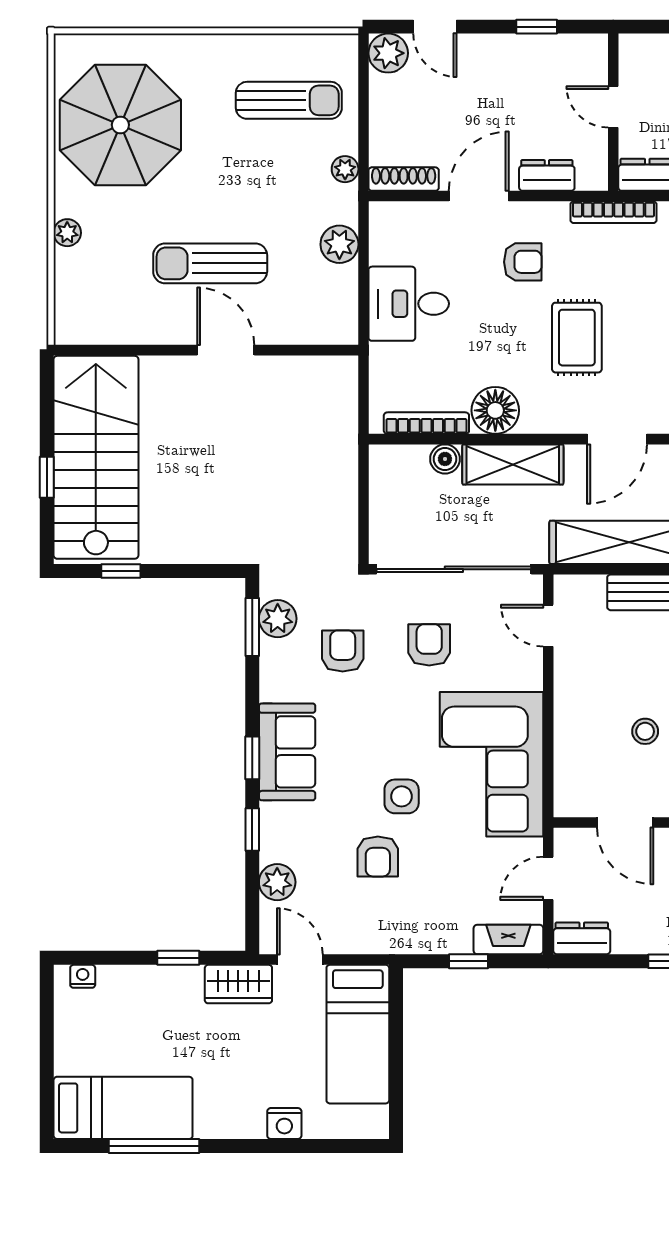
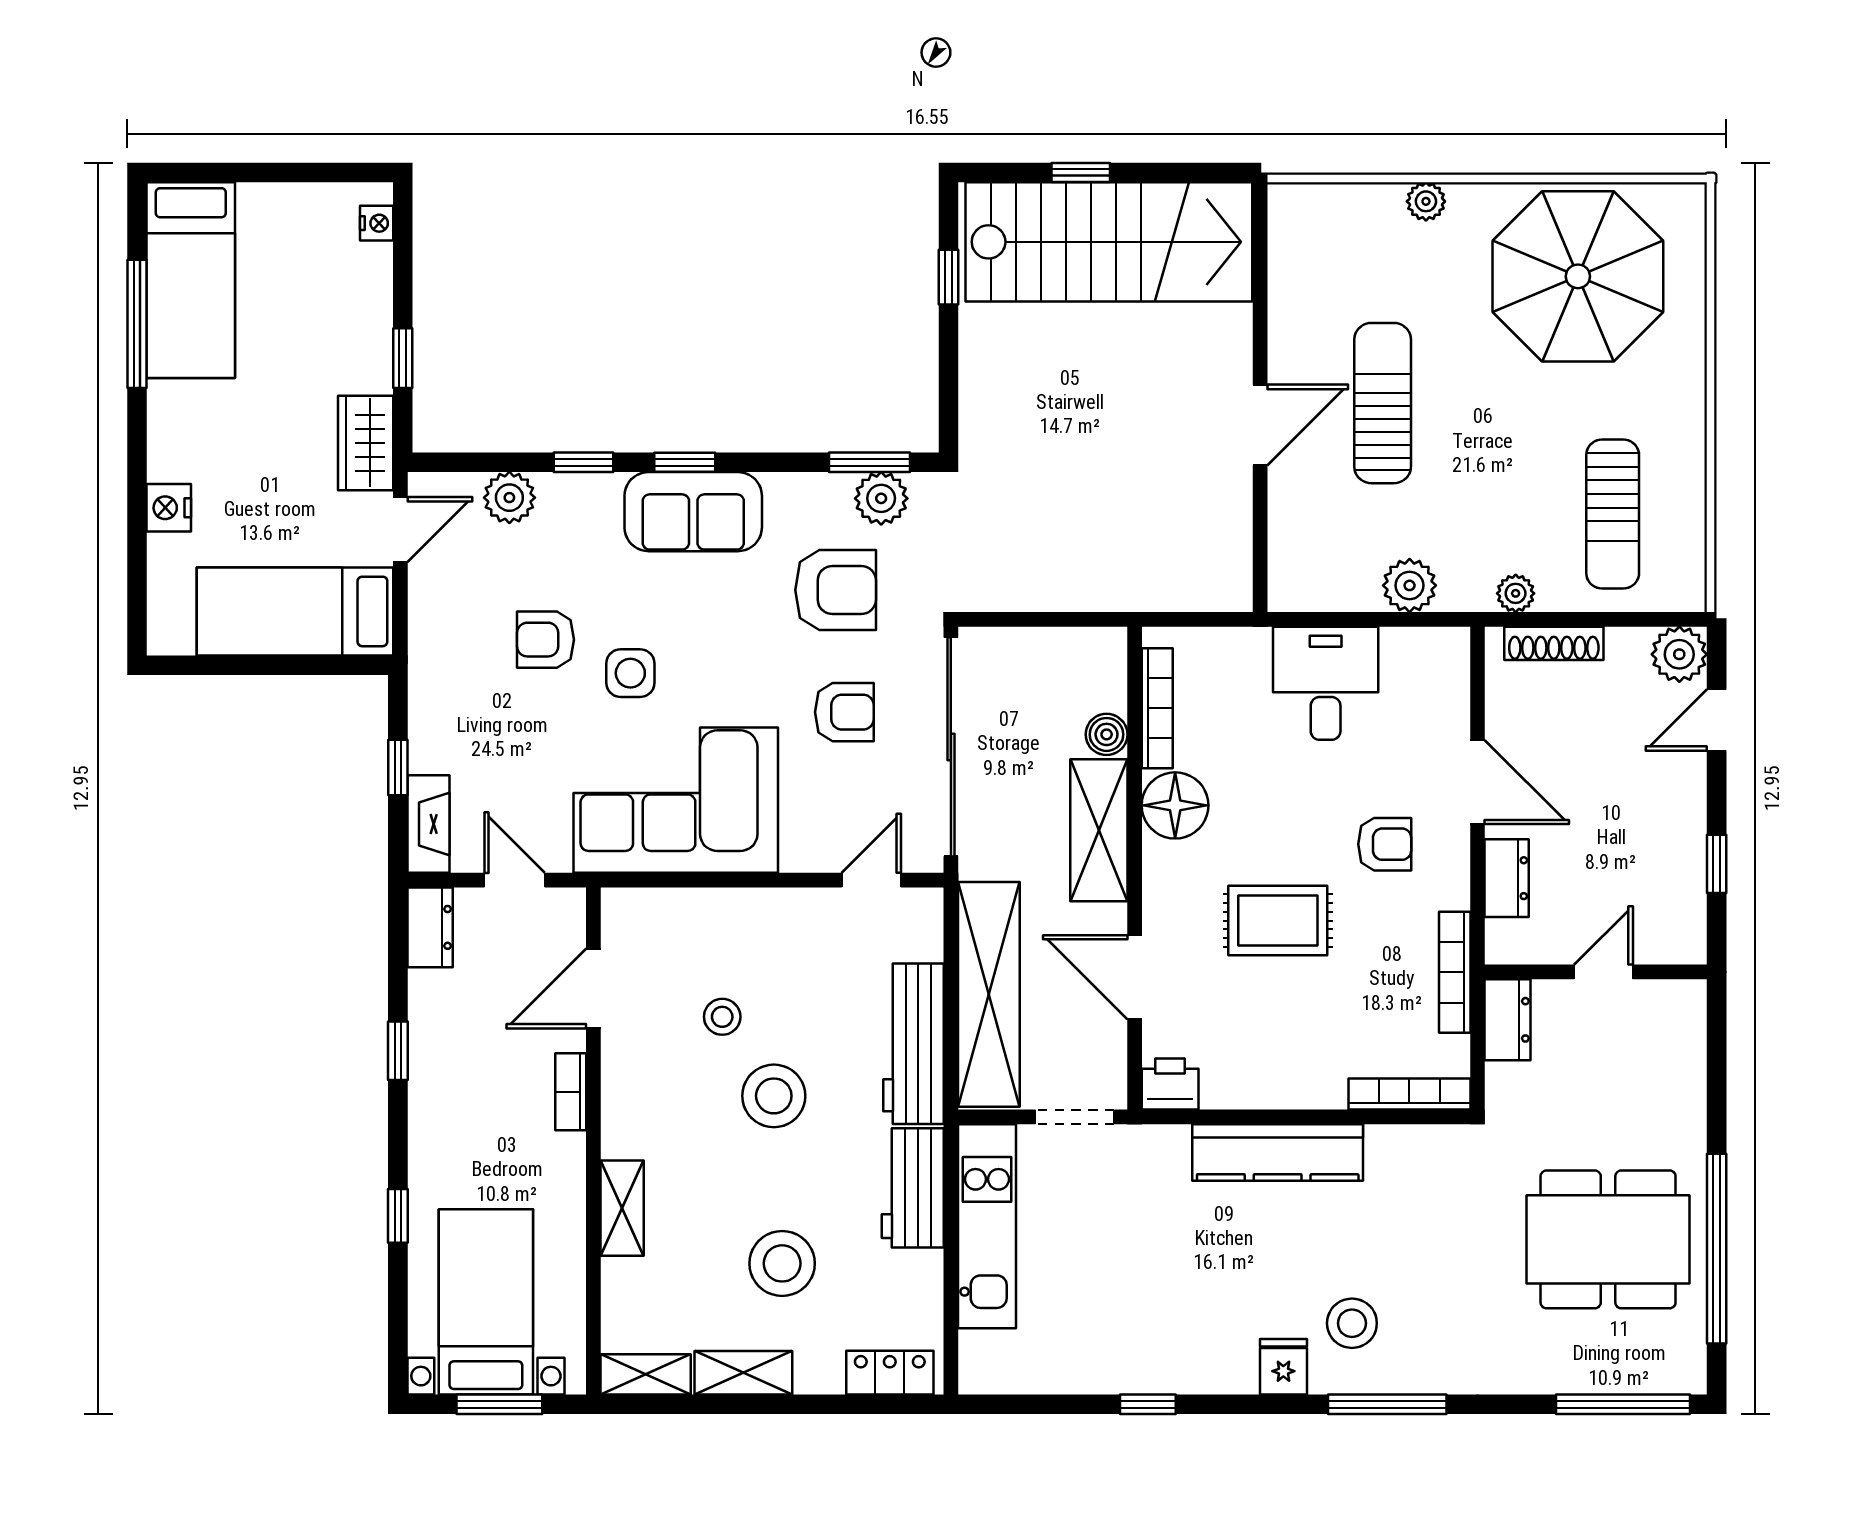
shoe rack: (404, 179) -> (1554, 643), moved, turned 90
armchair: (523, 262) -> (1385, 844), turned -90
armchair: (343, 651) -> (836, 590), width x1.38, depth x1.38

